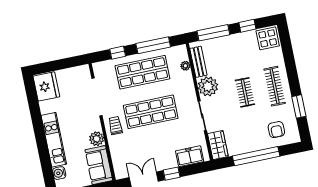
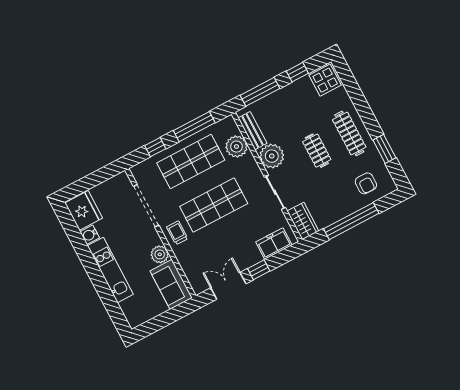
plant: (185, 66) -> (236, 147), width x1.88, depth x1.88
water cooler: (59, 173) -> (90, 235), moved

